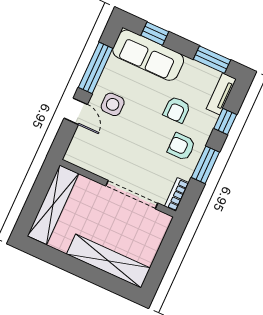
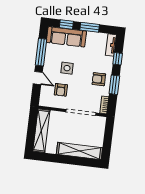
window: (212, 60) -> (90, 27), moved
side table: (113, 104) -> (67, 68), moved
armchair: (177, 110) -> (61, 90), moved

